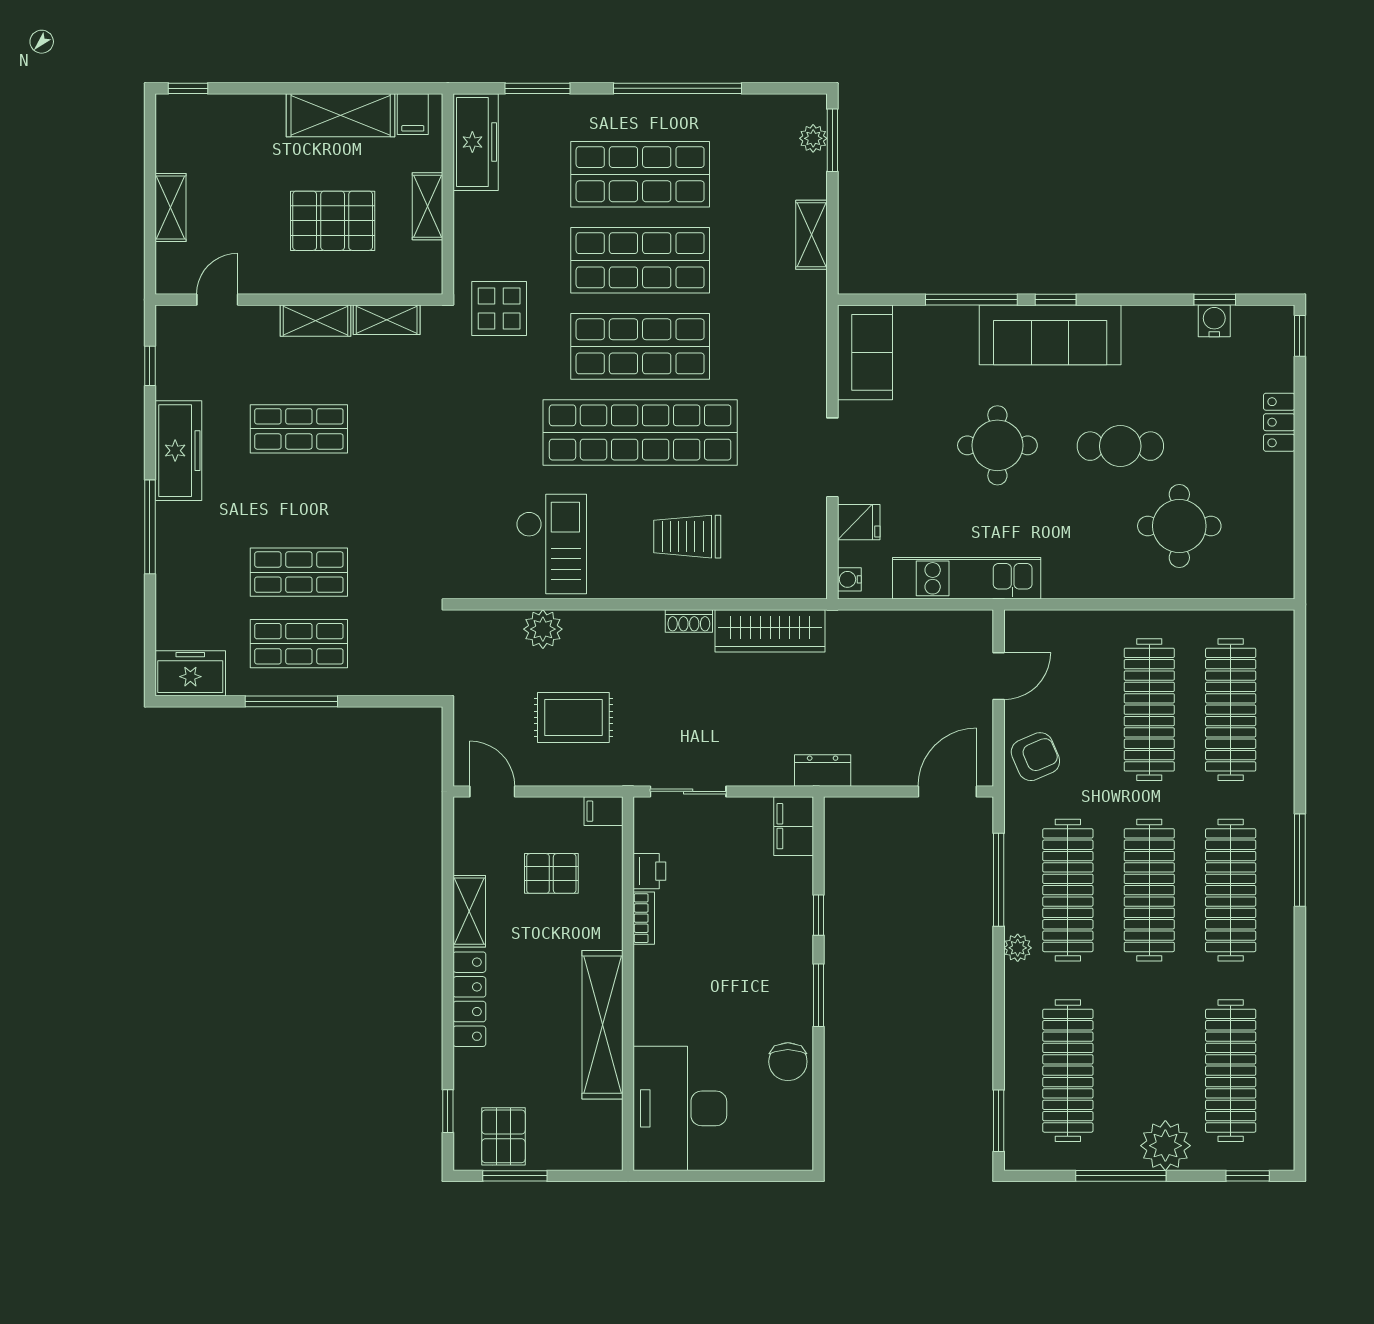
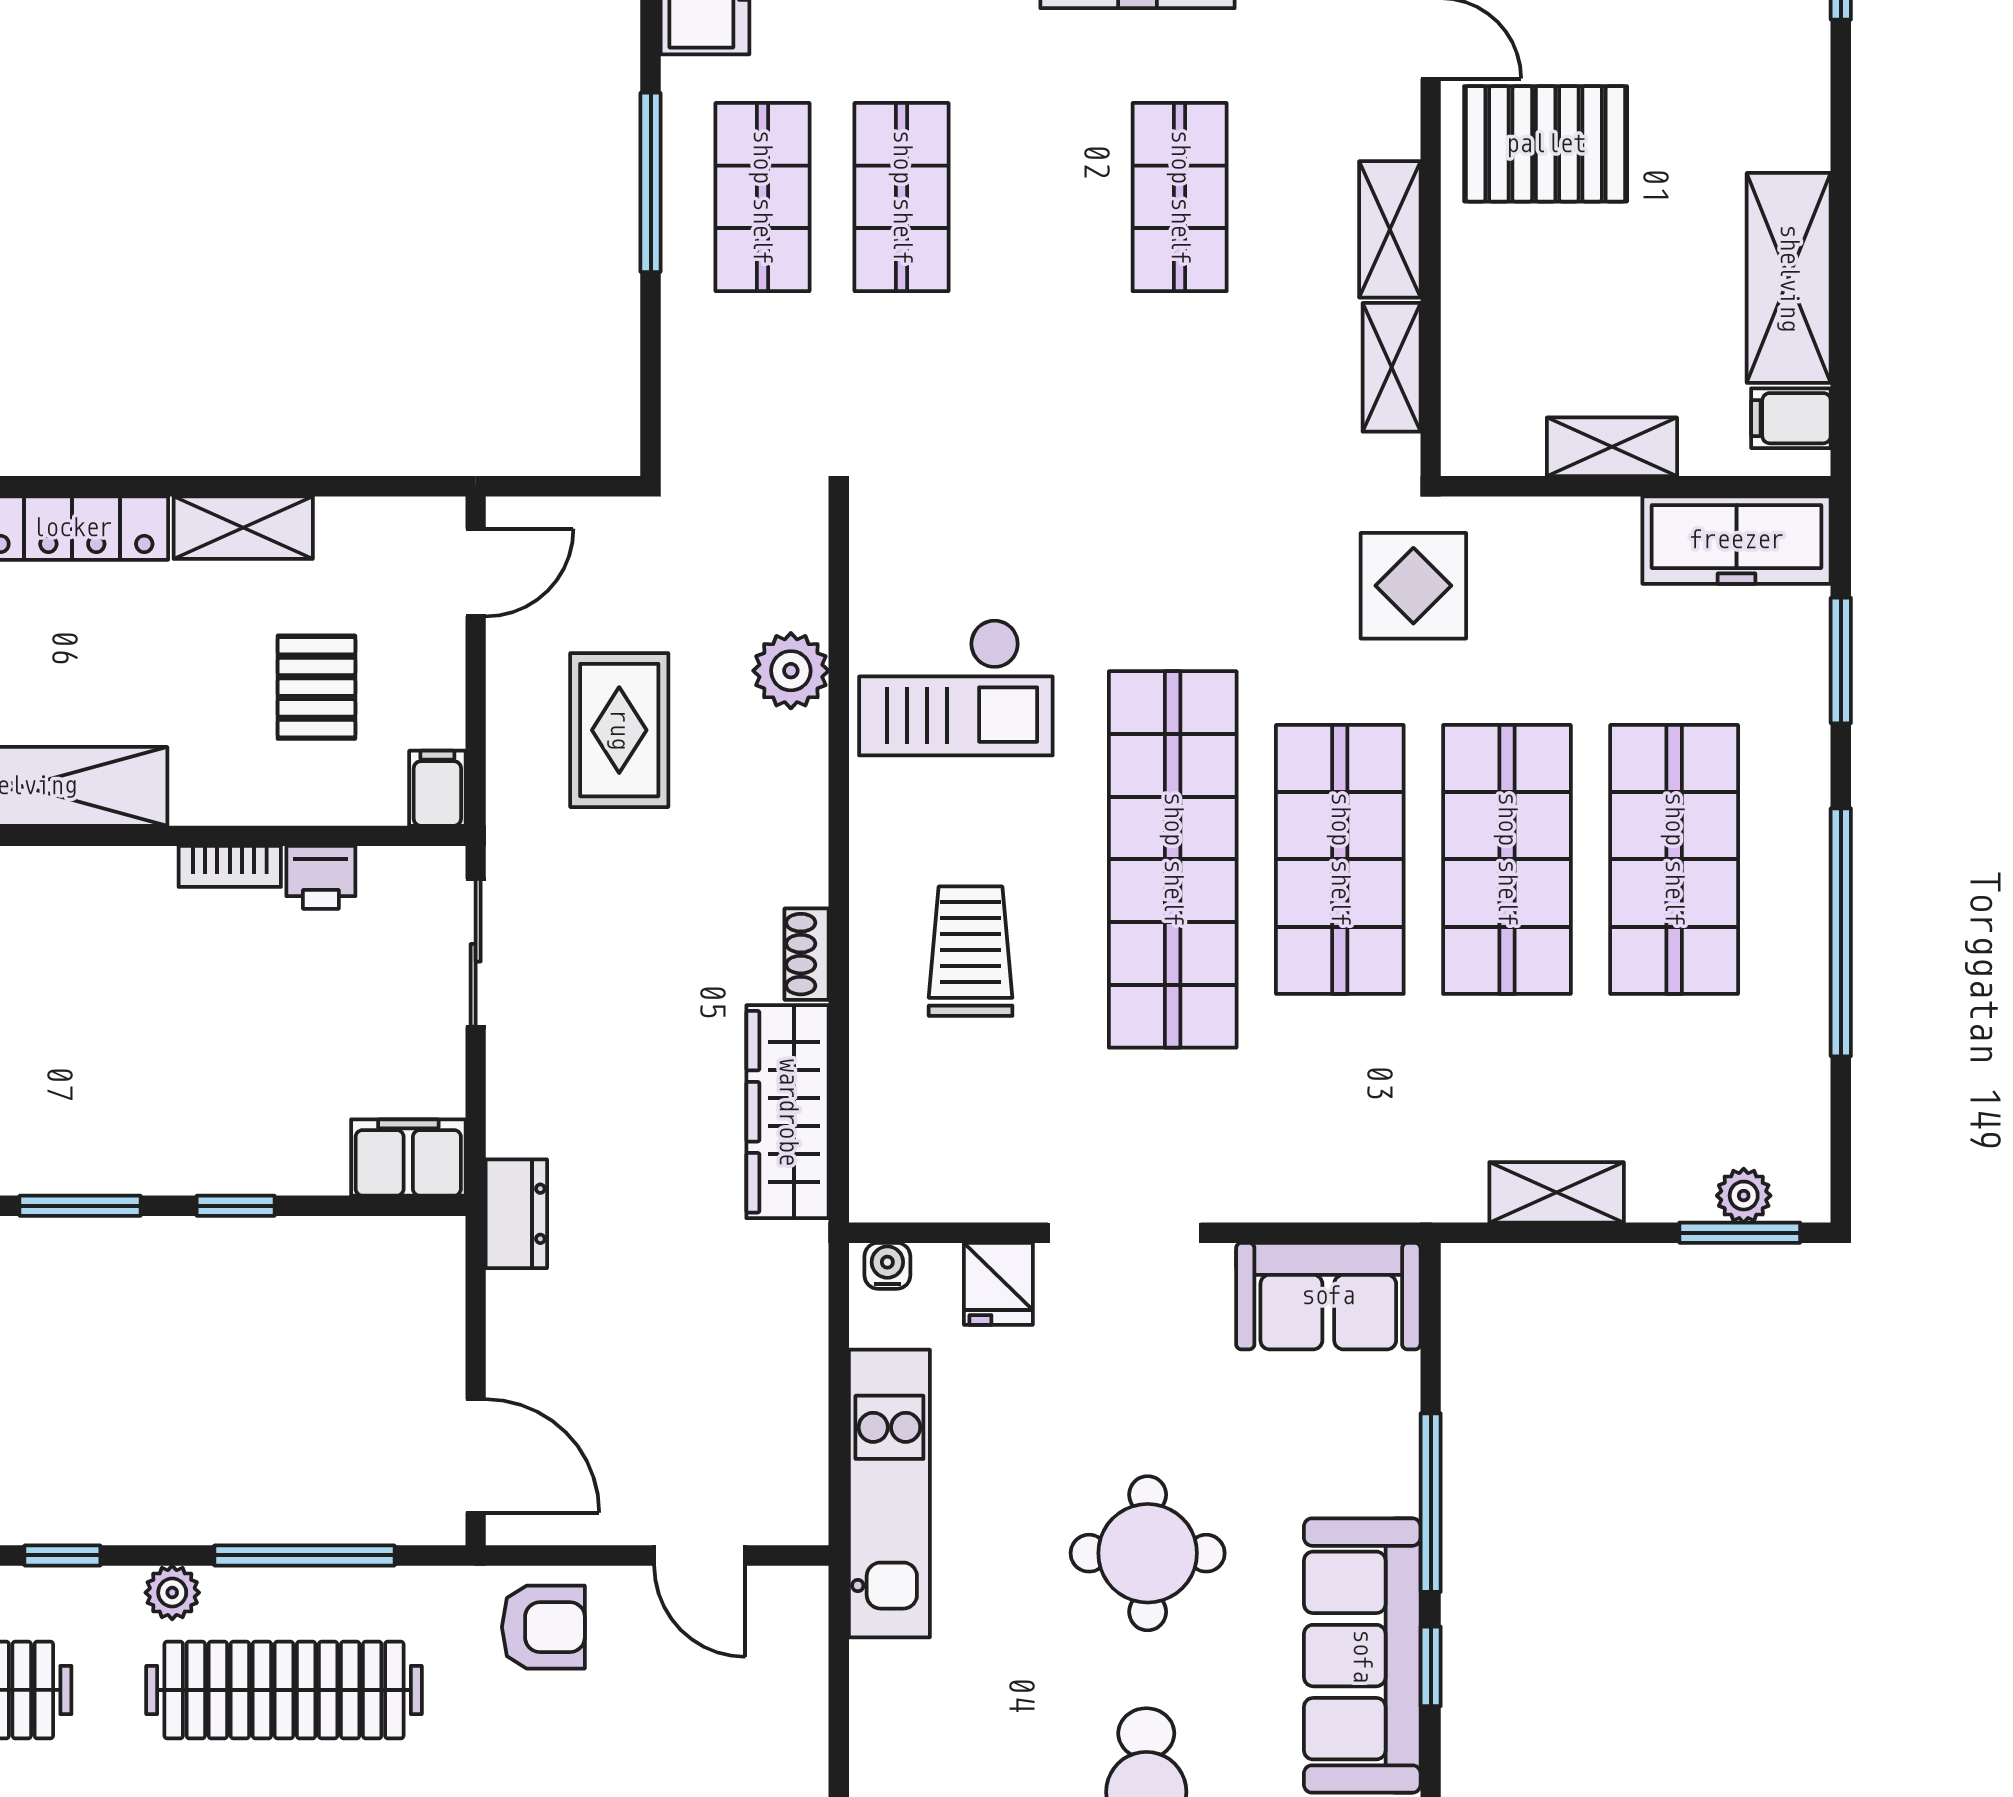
pallet: (333, 221) -> (1546, 144), moved, turned 90
armchair: (1035, 757) -> (543, 1627), turned -67
window: (999, 1004) -> (62, 1555), added

